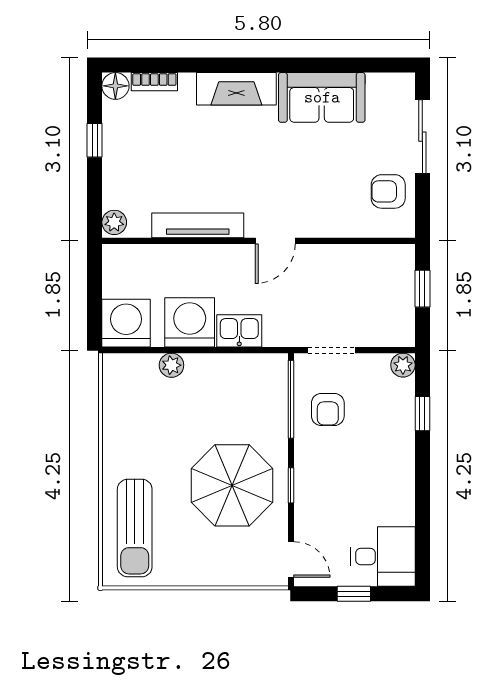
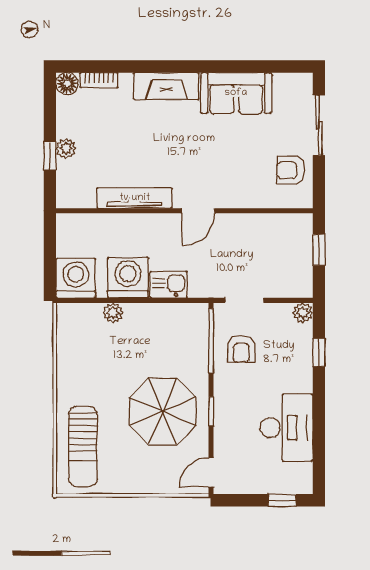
window: (95, 140) -> (50, 156), moved
plant: (114, 222) -> (66, 149), moved
desk: (383, 557) -> (286, 428), moved, width x1.37
door: (291, 560) -> (211, 472), swing flipped
window: (354, 594) -> (282, 500), moved

